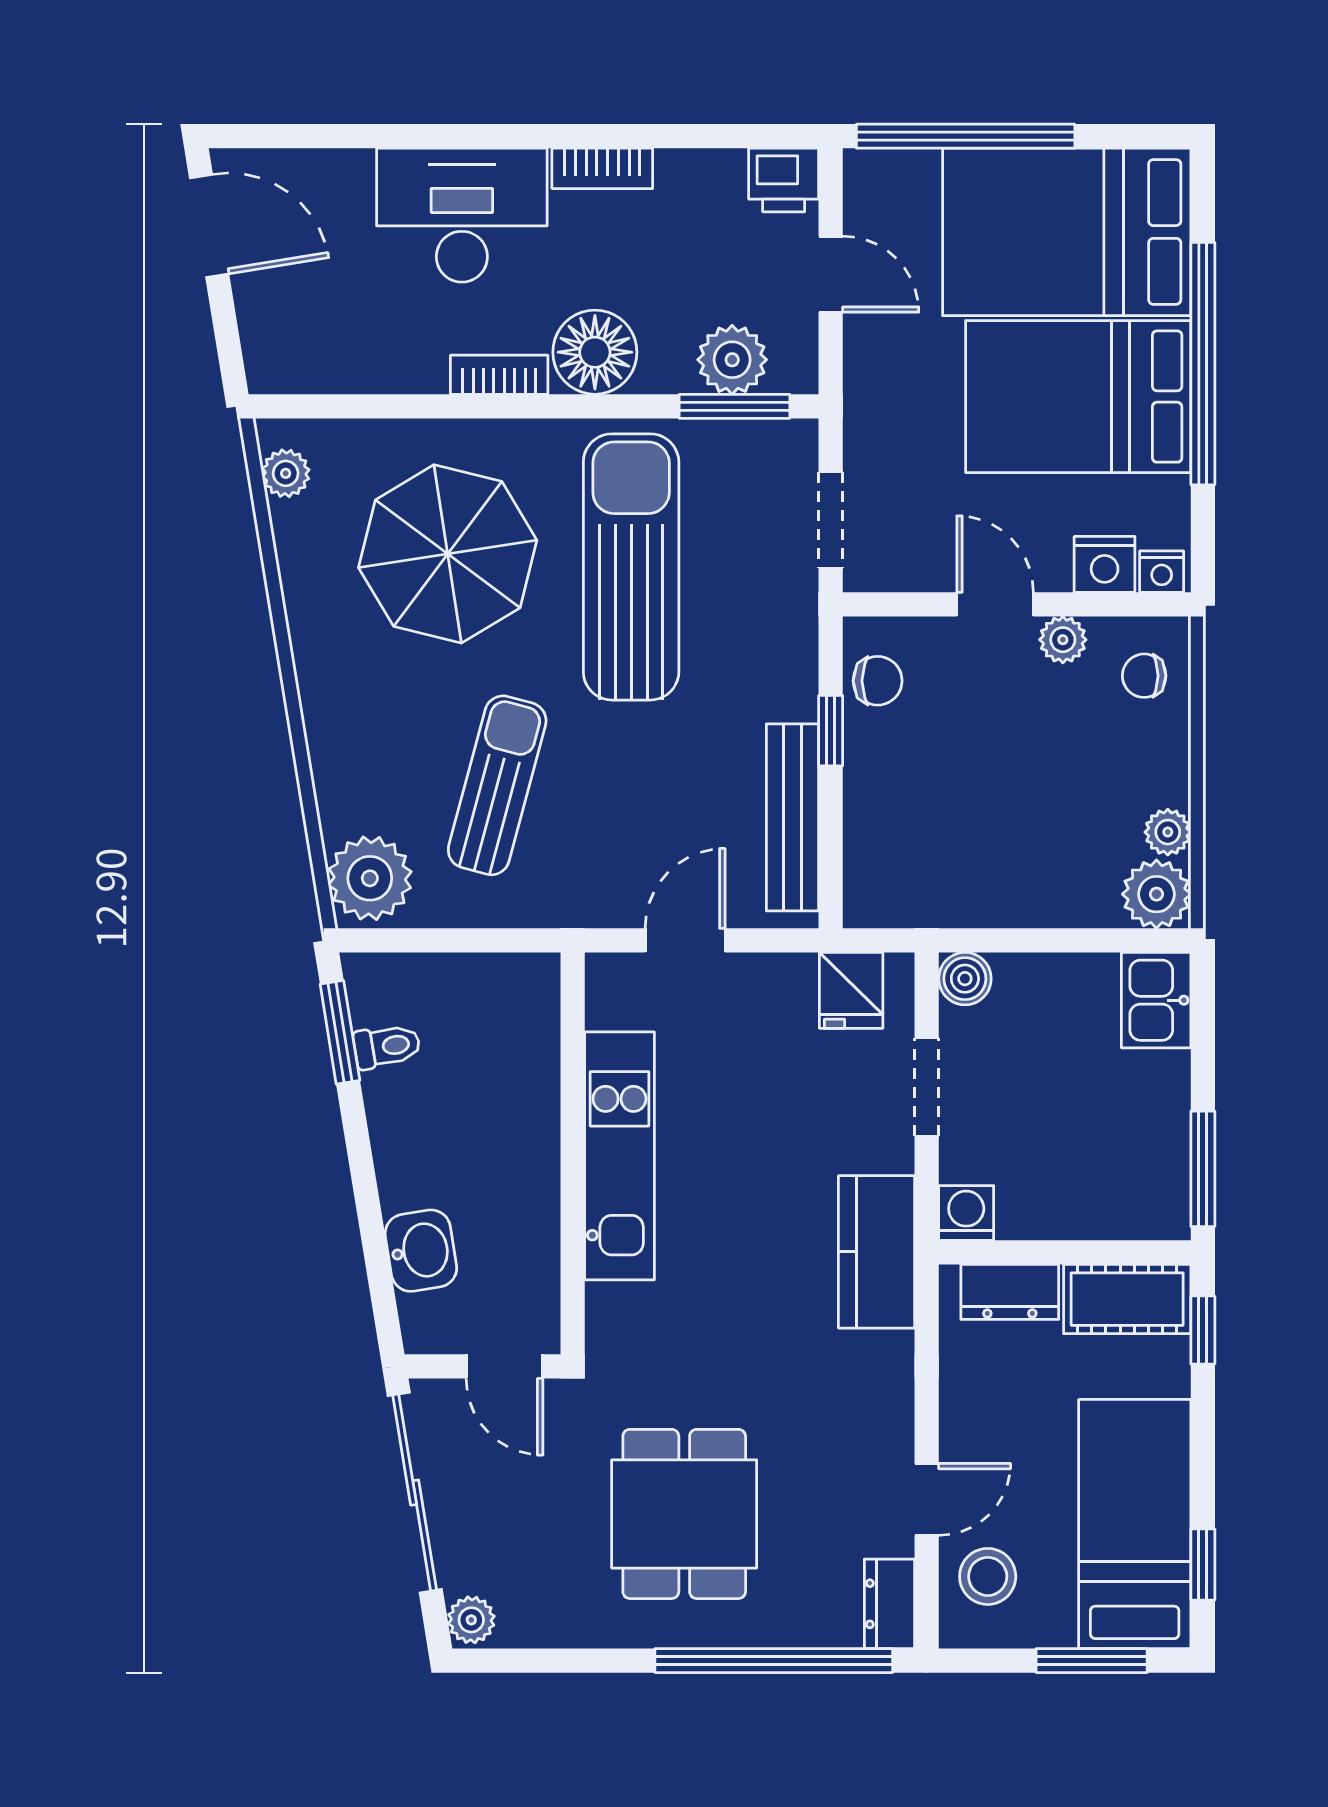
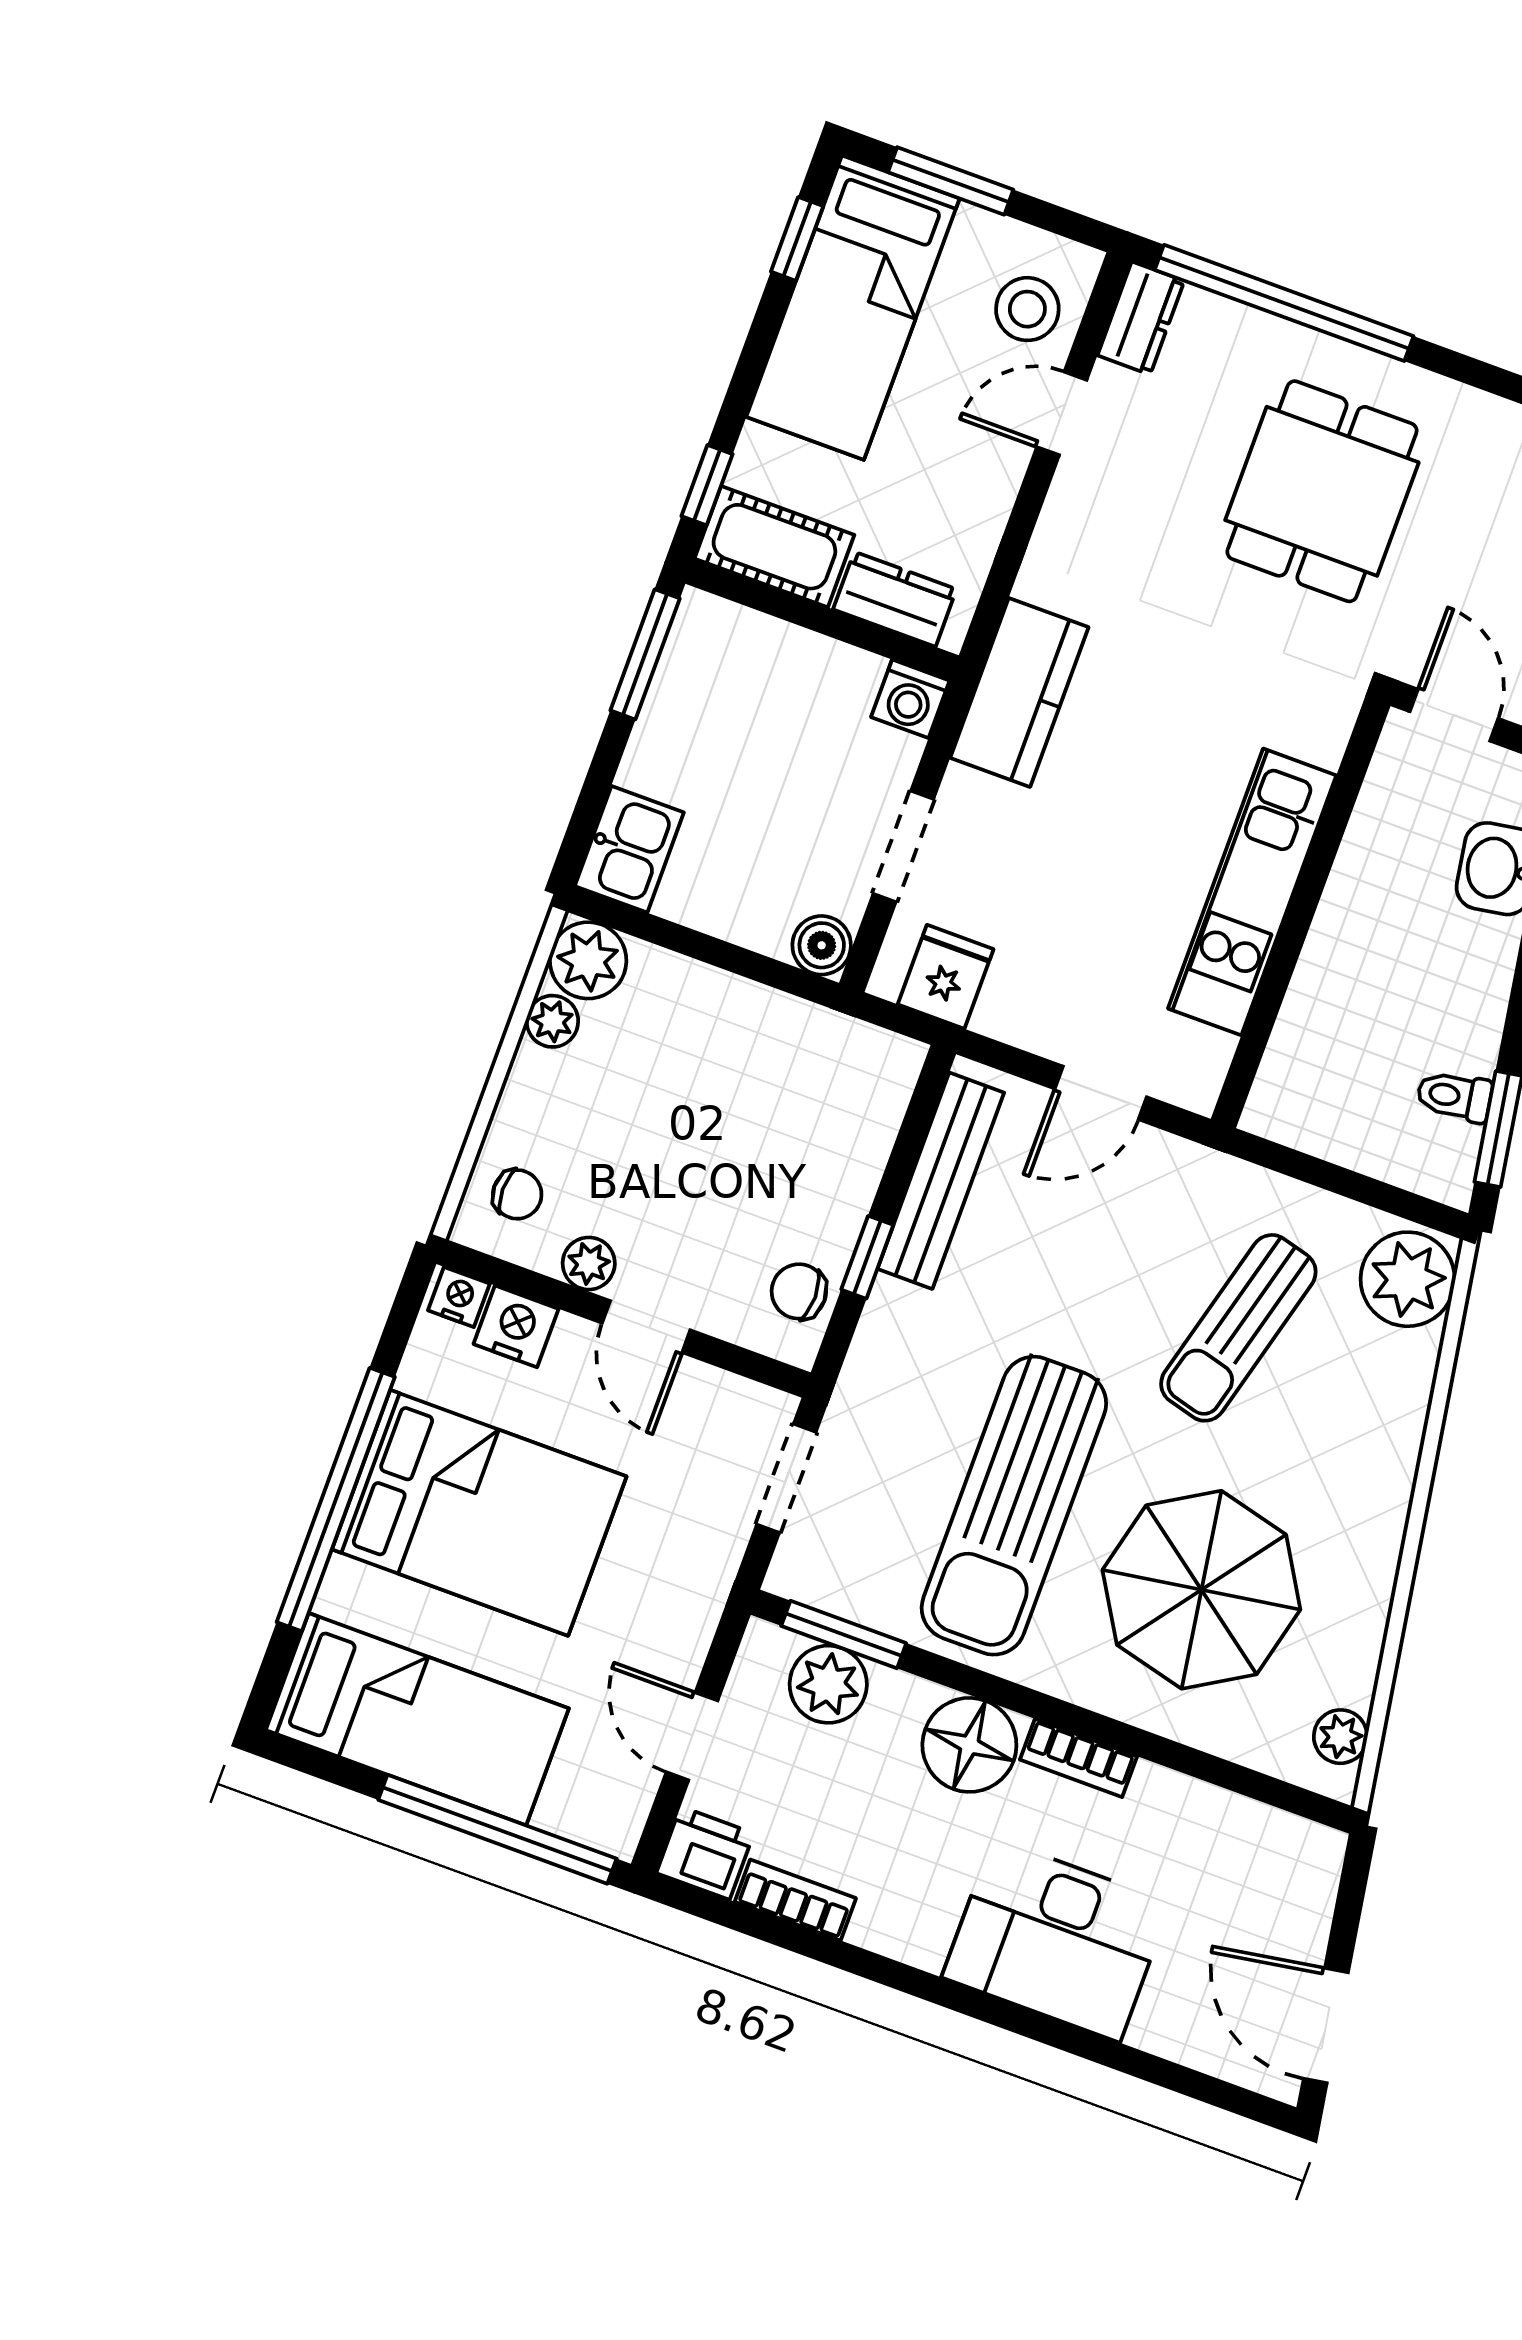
bookcase: (602, 168) -> (795, 1900), moved
bed: (1067, 232) -> (417, 1719), width x0.67

